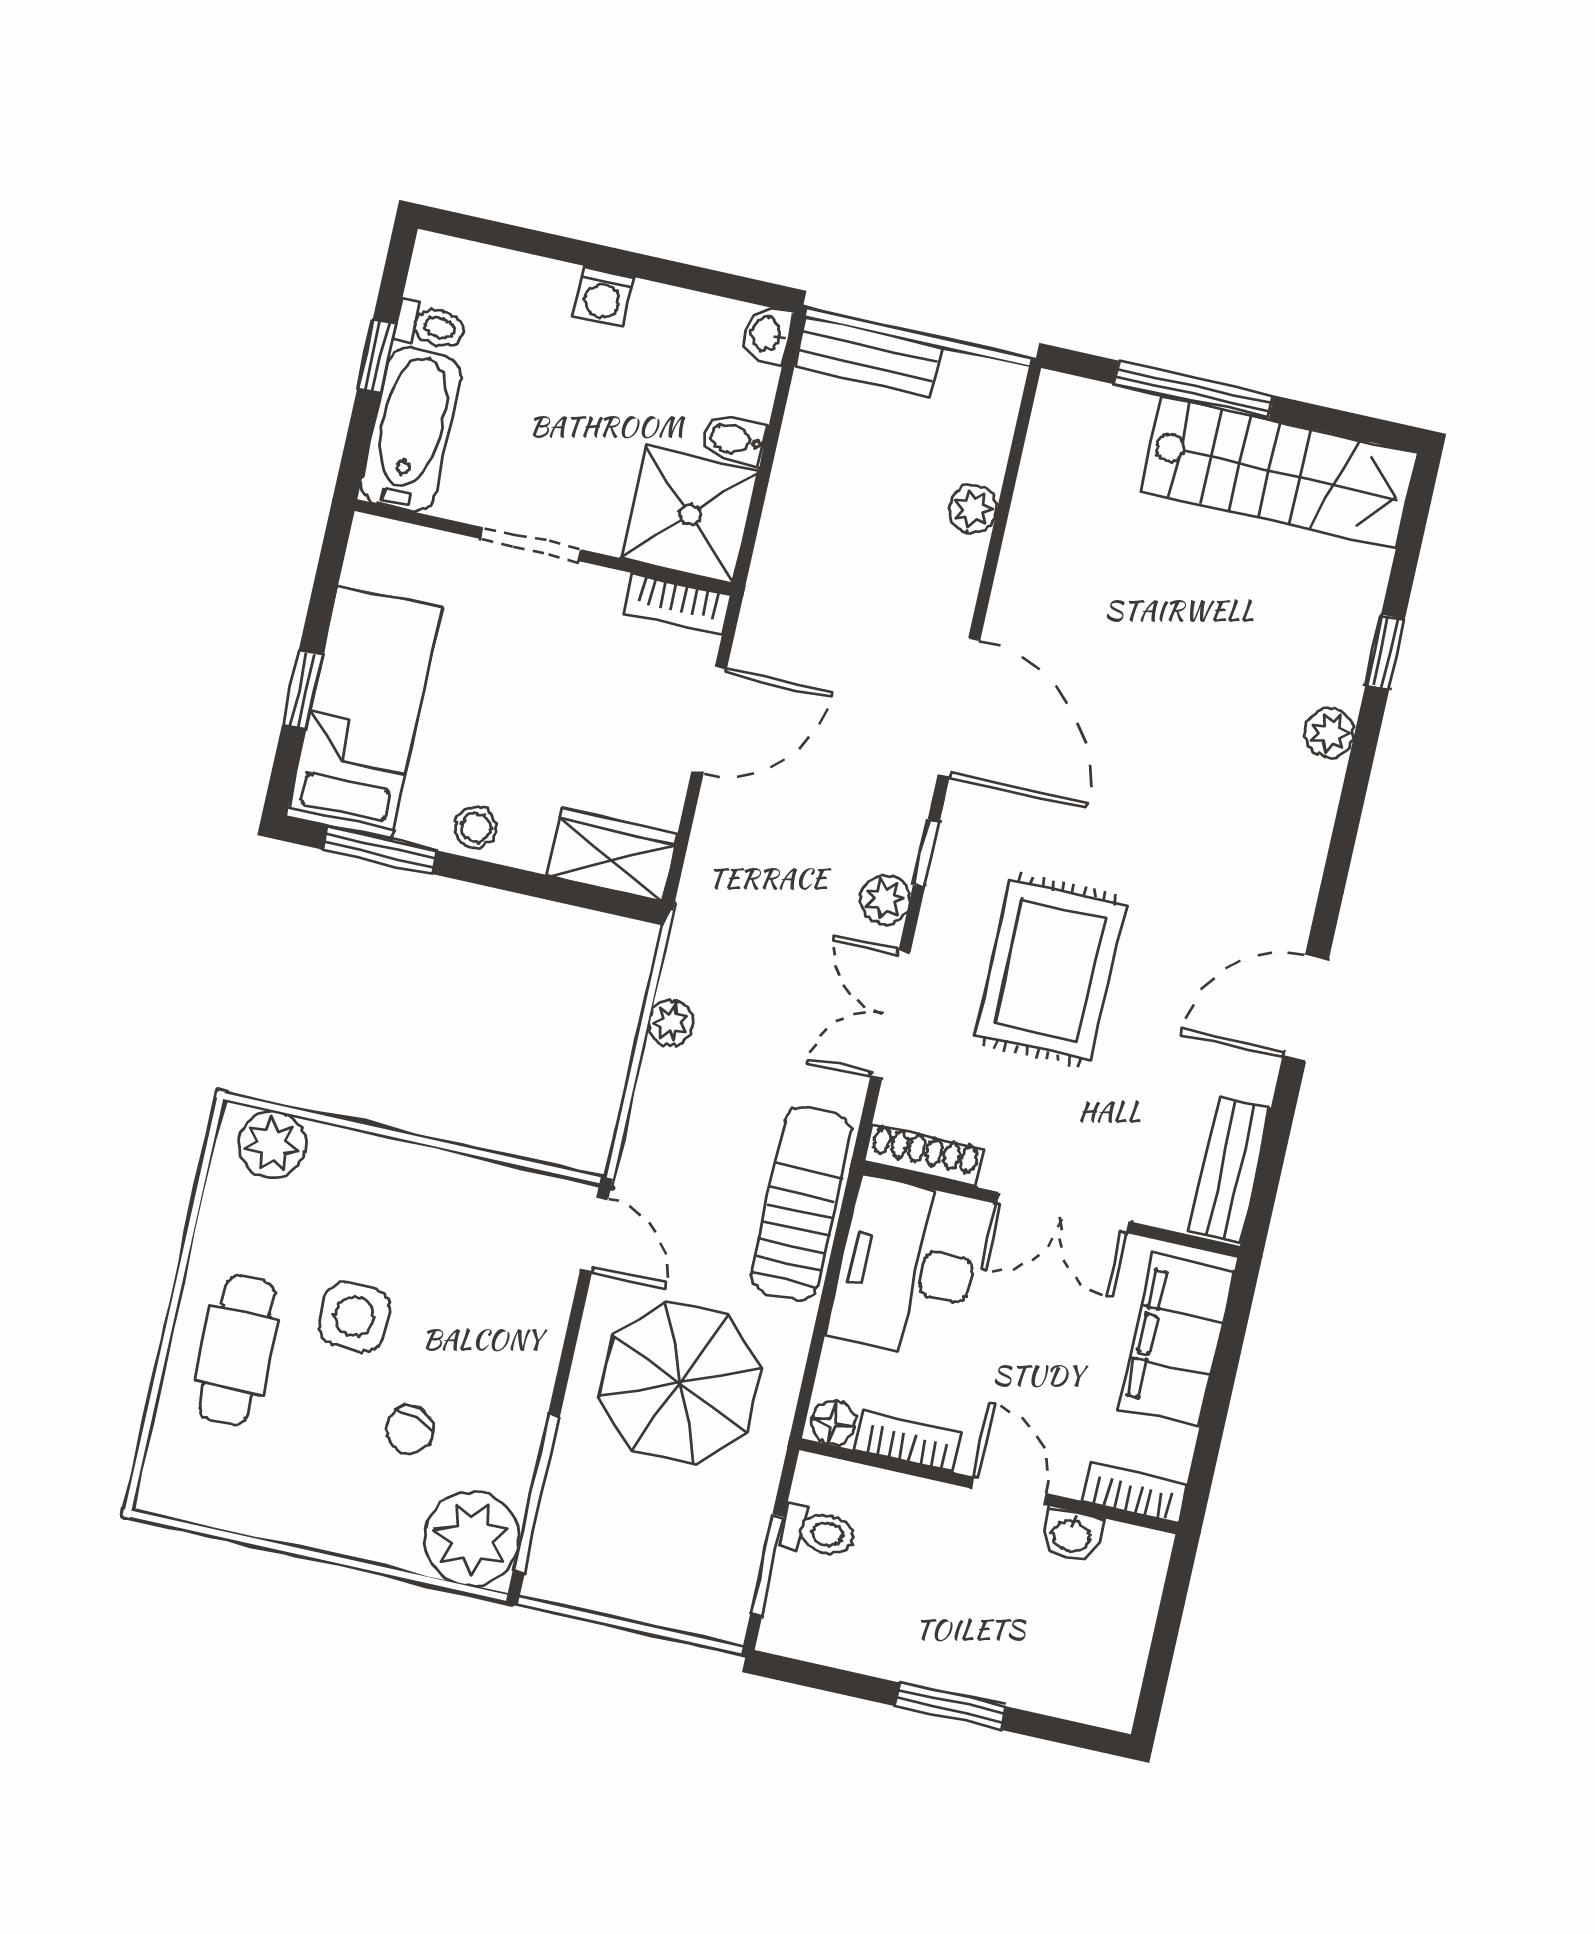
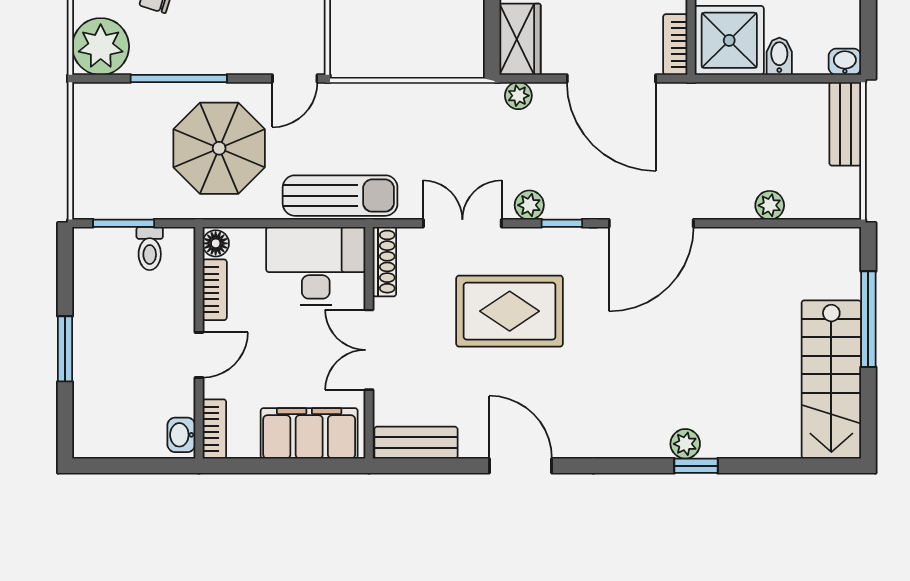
window: (1385, 652) -> (696, 466), moved
door: (709, 720) -> (611, 79), width x1.36
plant: (671, 1023) -> (518, 96), moved
window: (536, 1493) -> (179, 79), moved
washbasin: (1072, 1535) -> (181, 435), moved

